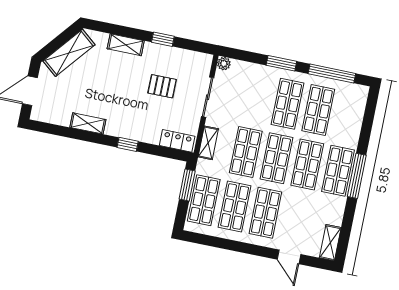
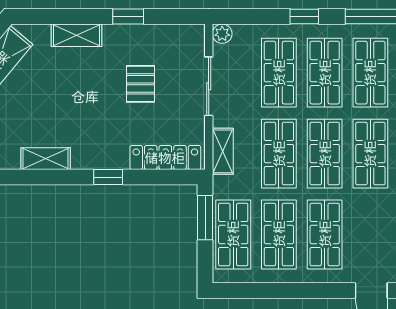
window: (281, 63) -> (304, 17), width x0.67
pallet: (162, 86) -> (141, 84), turned 90
shop shelf: (257, 98) -> (279, 73), added
locker: (177, 141) -> (165, 158), width x1.53

